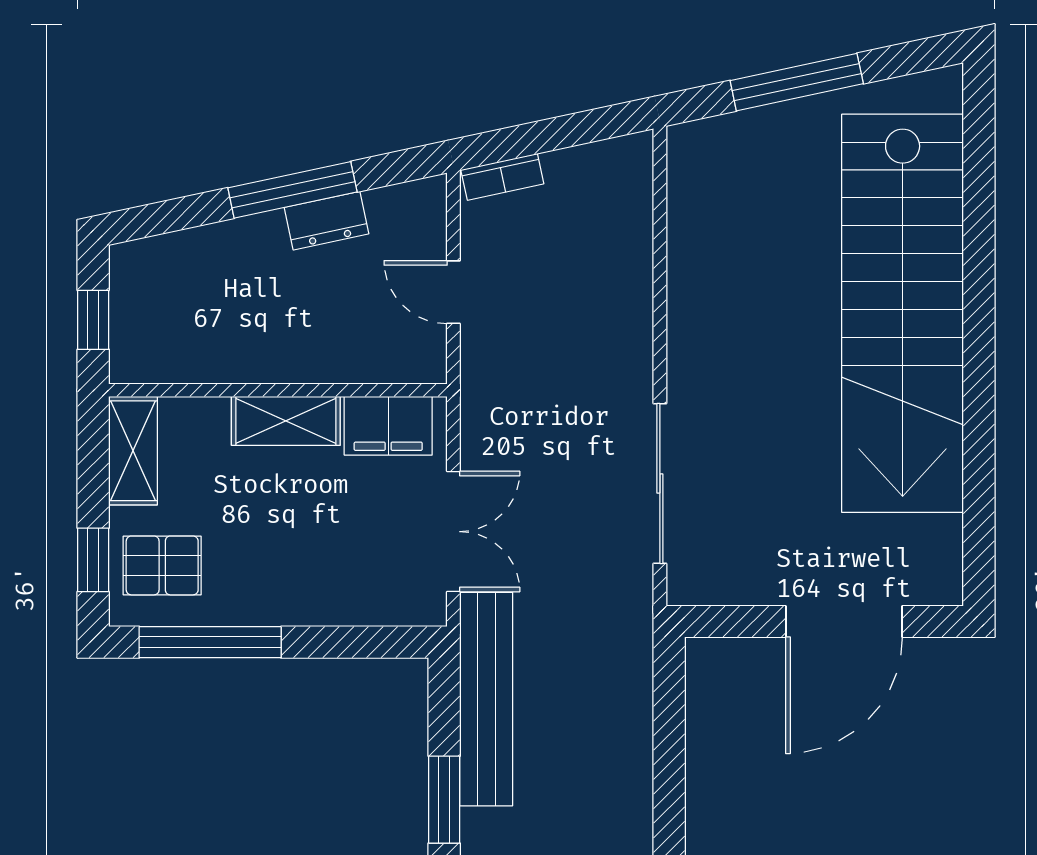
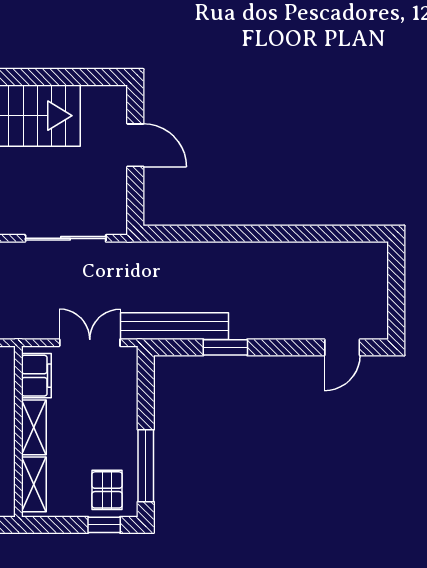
shelving: (133, 451) -> (34, 484), moved, turned 90
door: (844, 622) -> (135, 145), width x0.73

